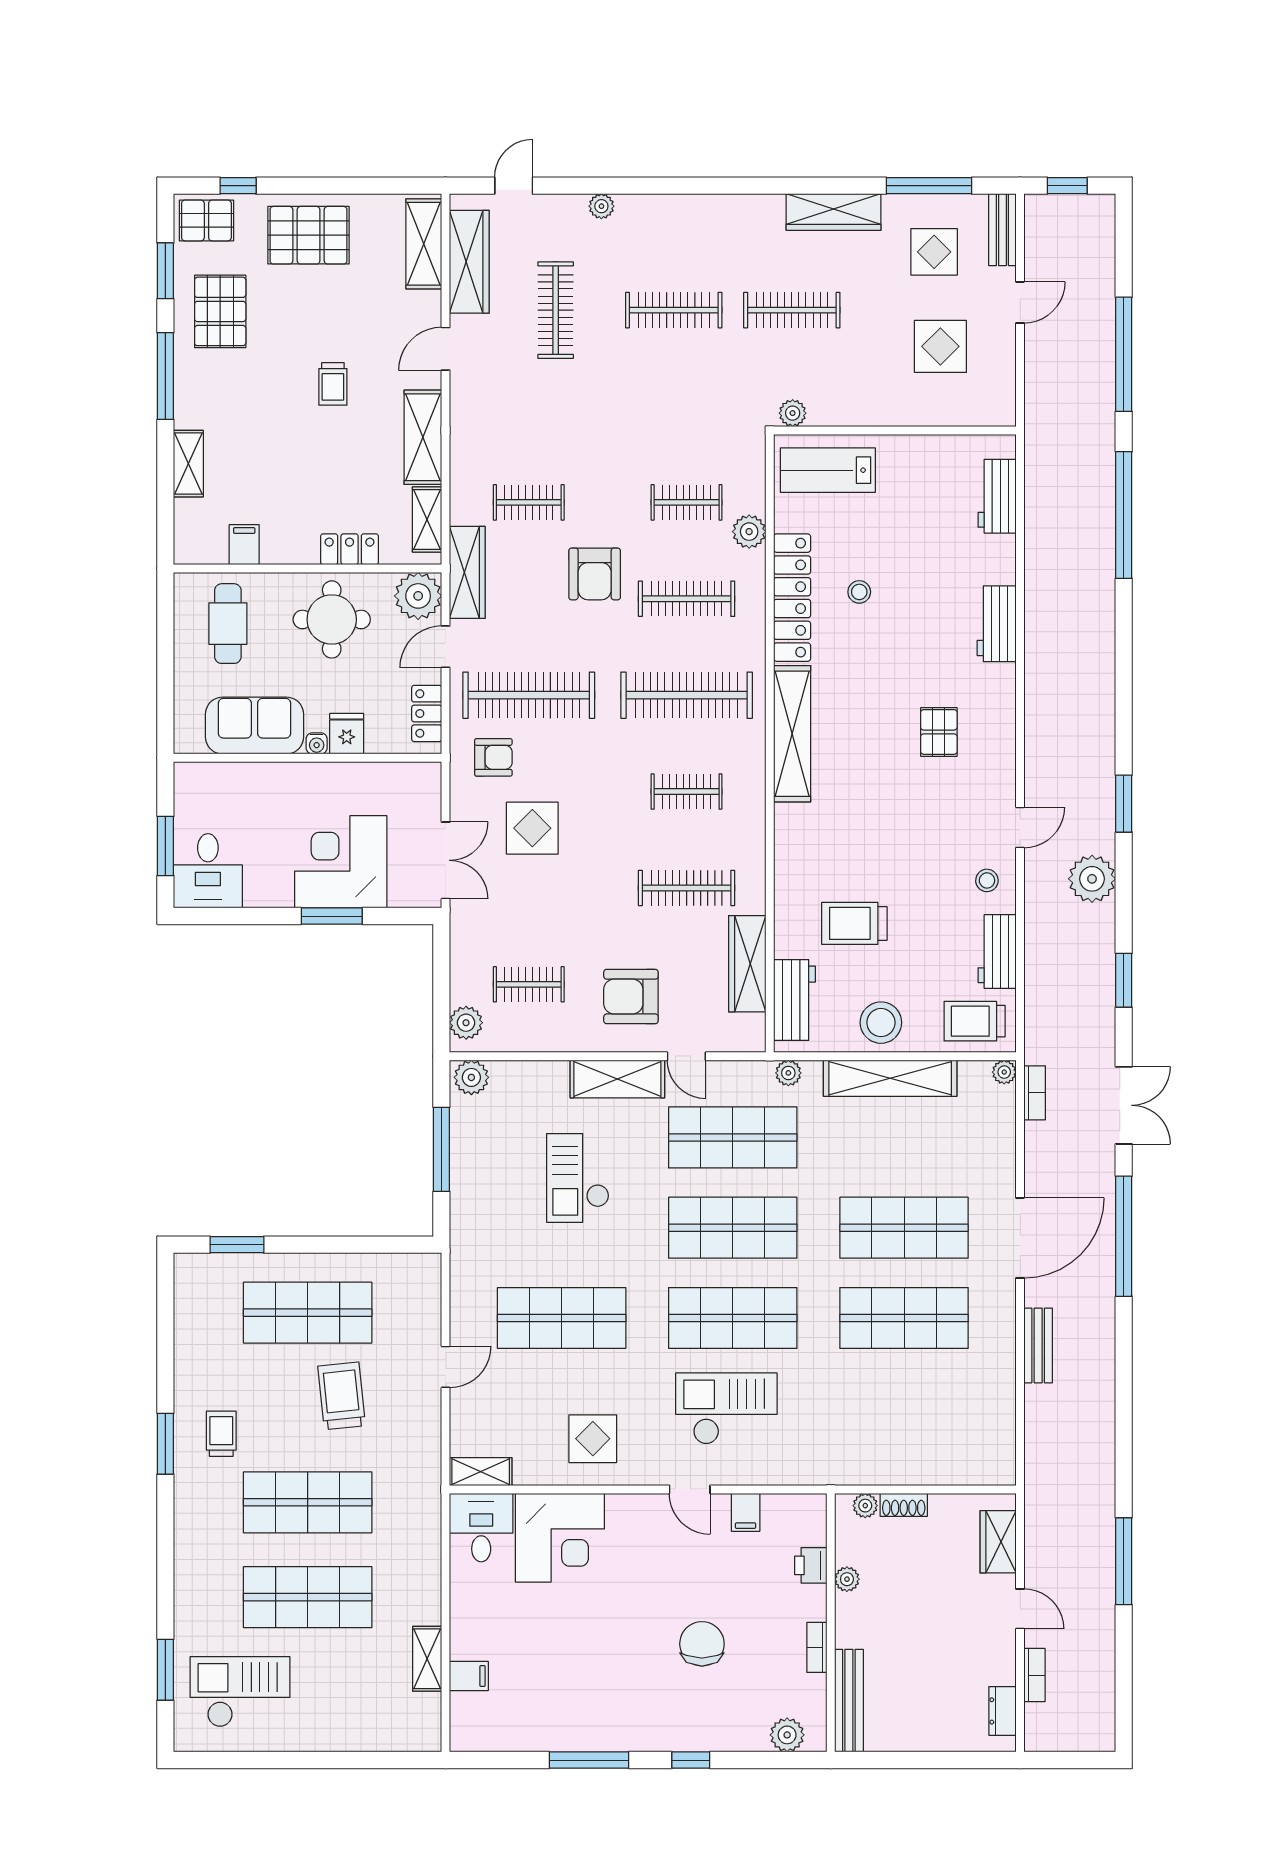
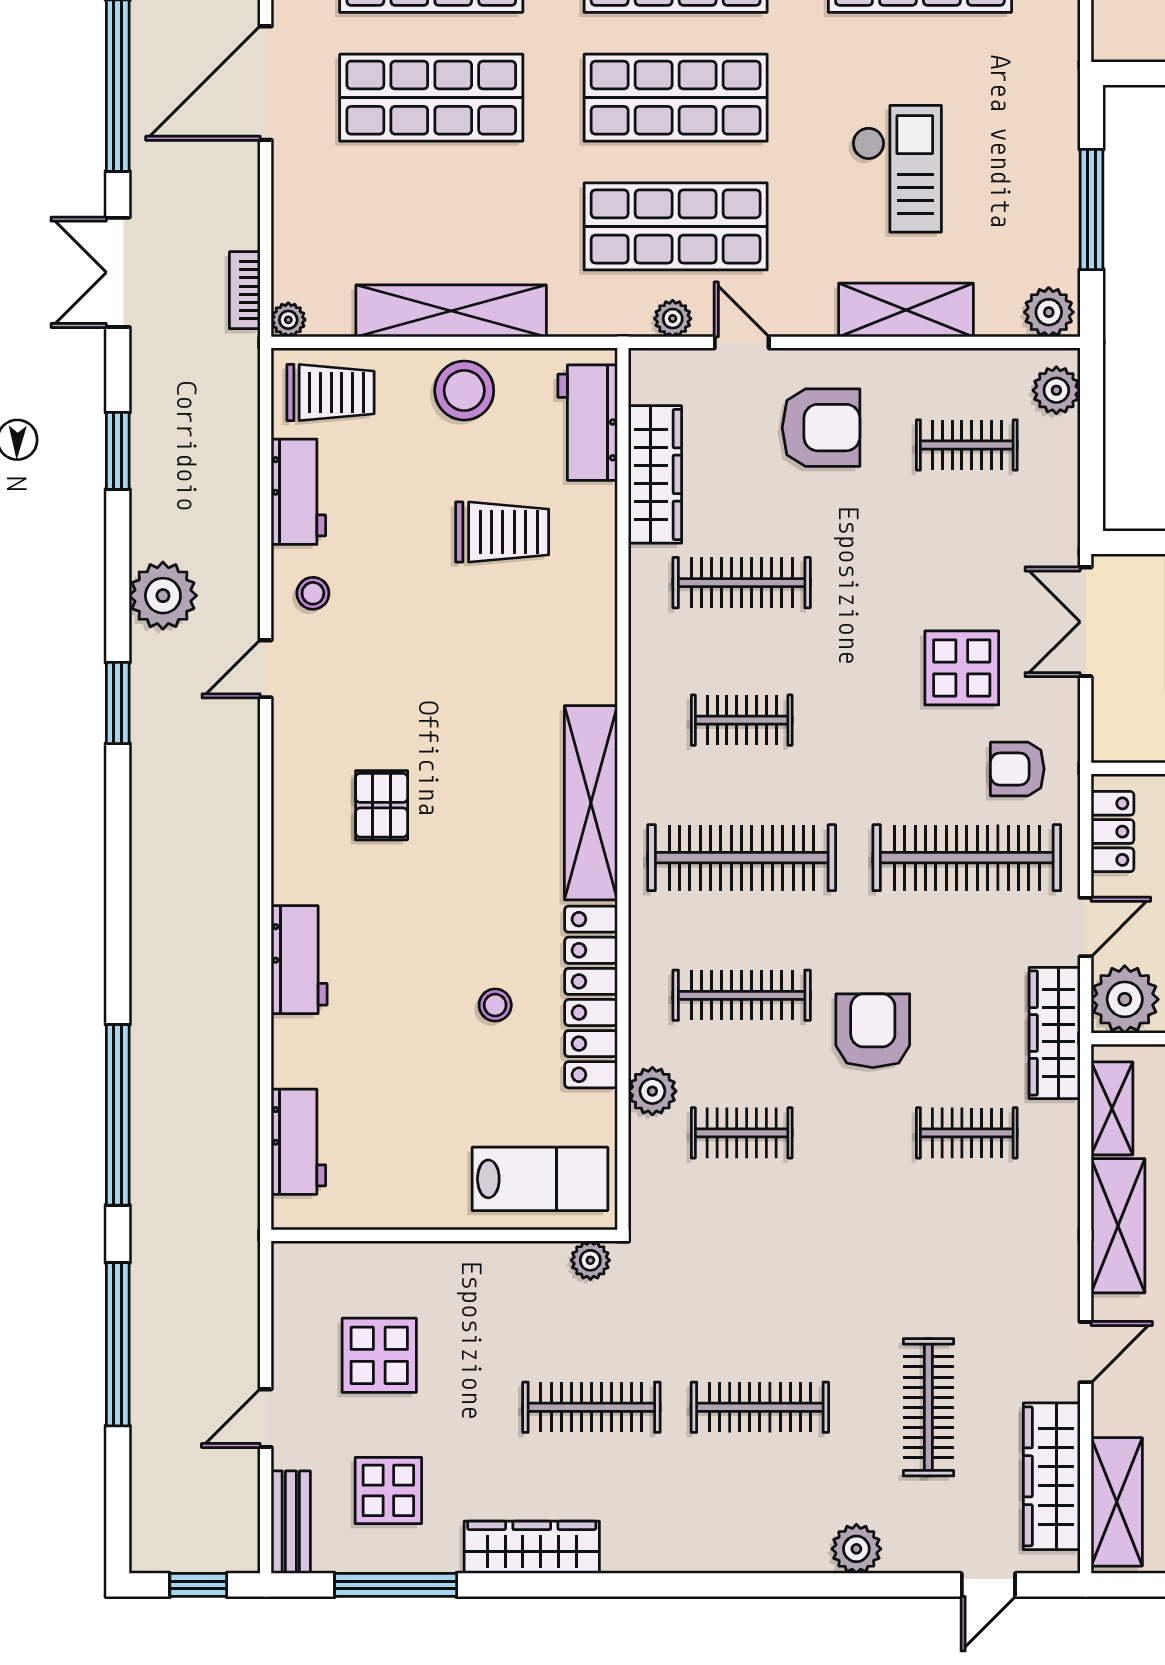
plant: (601, 206) -> (856, 1549), width x1.38, depth x1.38
plant: (788, 1073) -> (673, 319), moved
shelving: (617, 1079) -> (906, 310), moved

